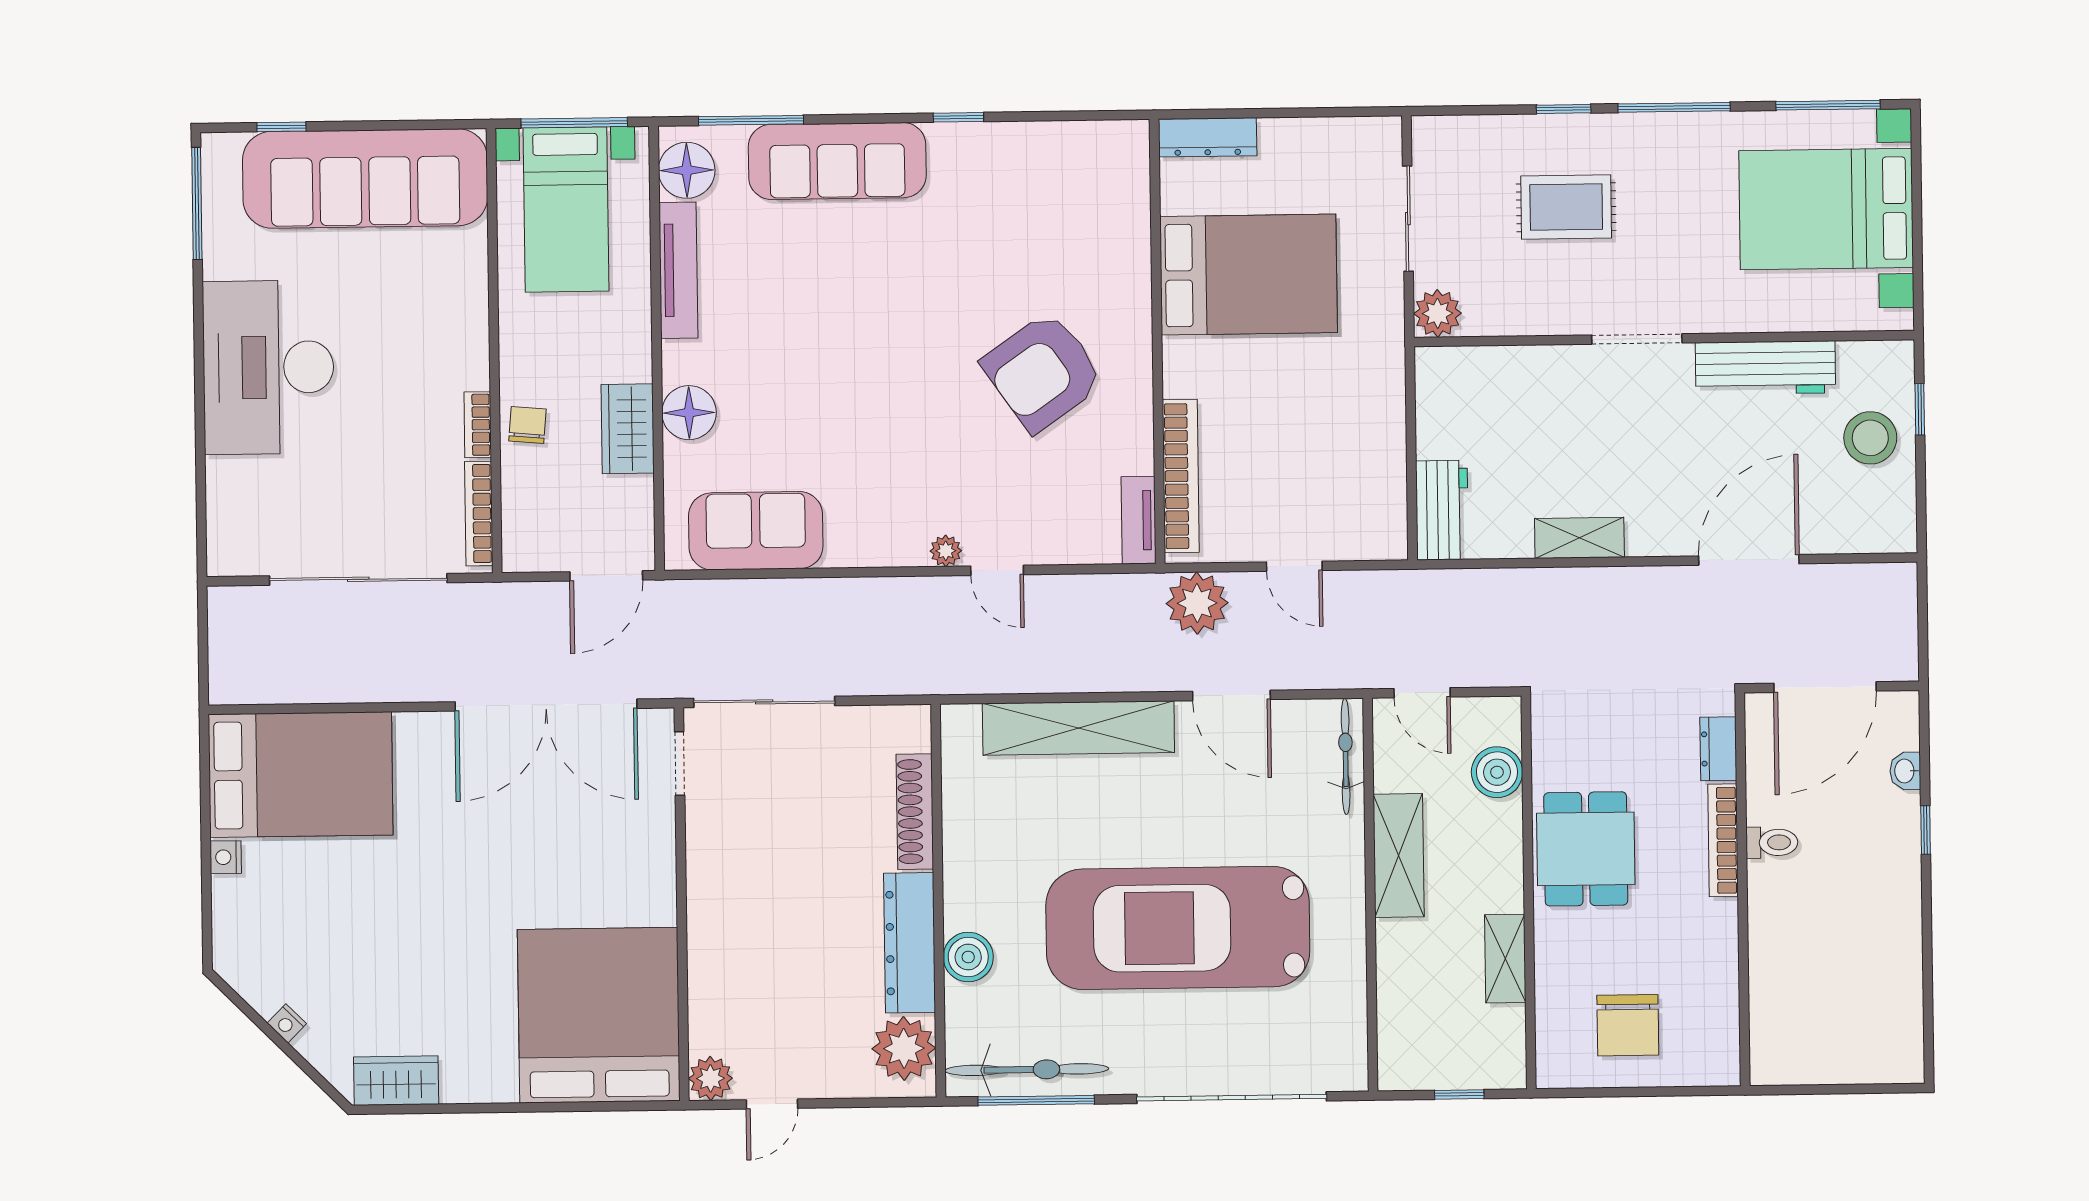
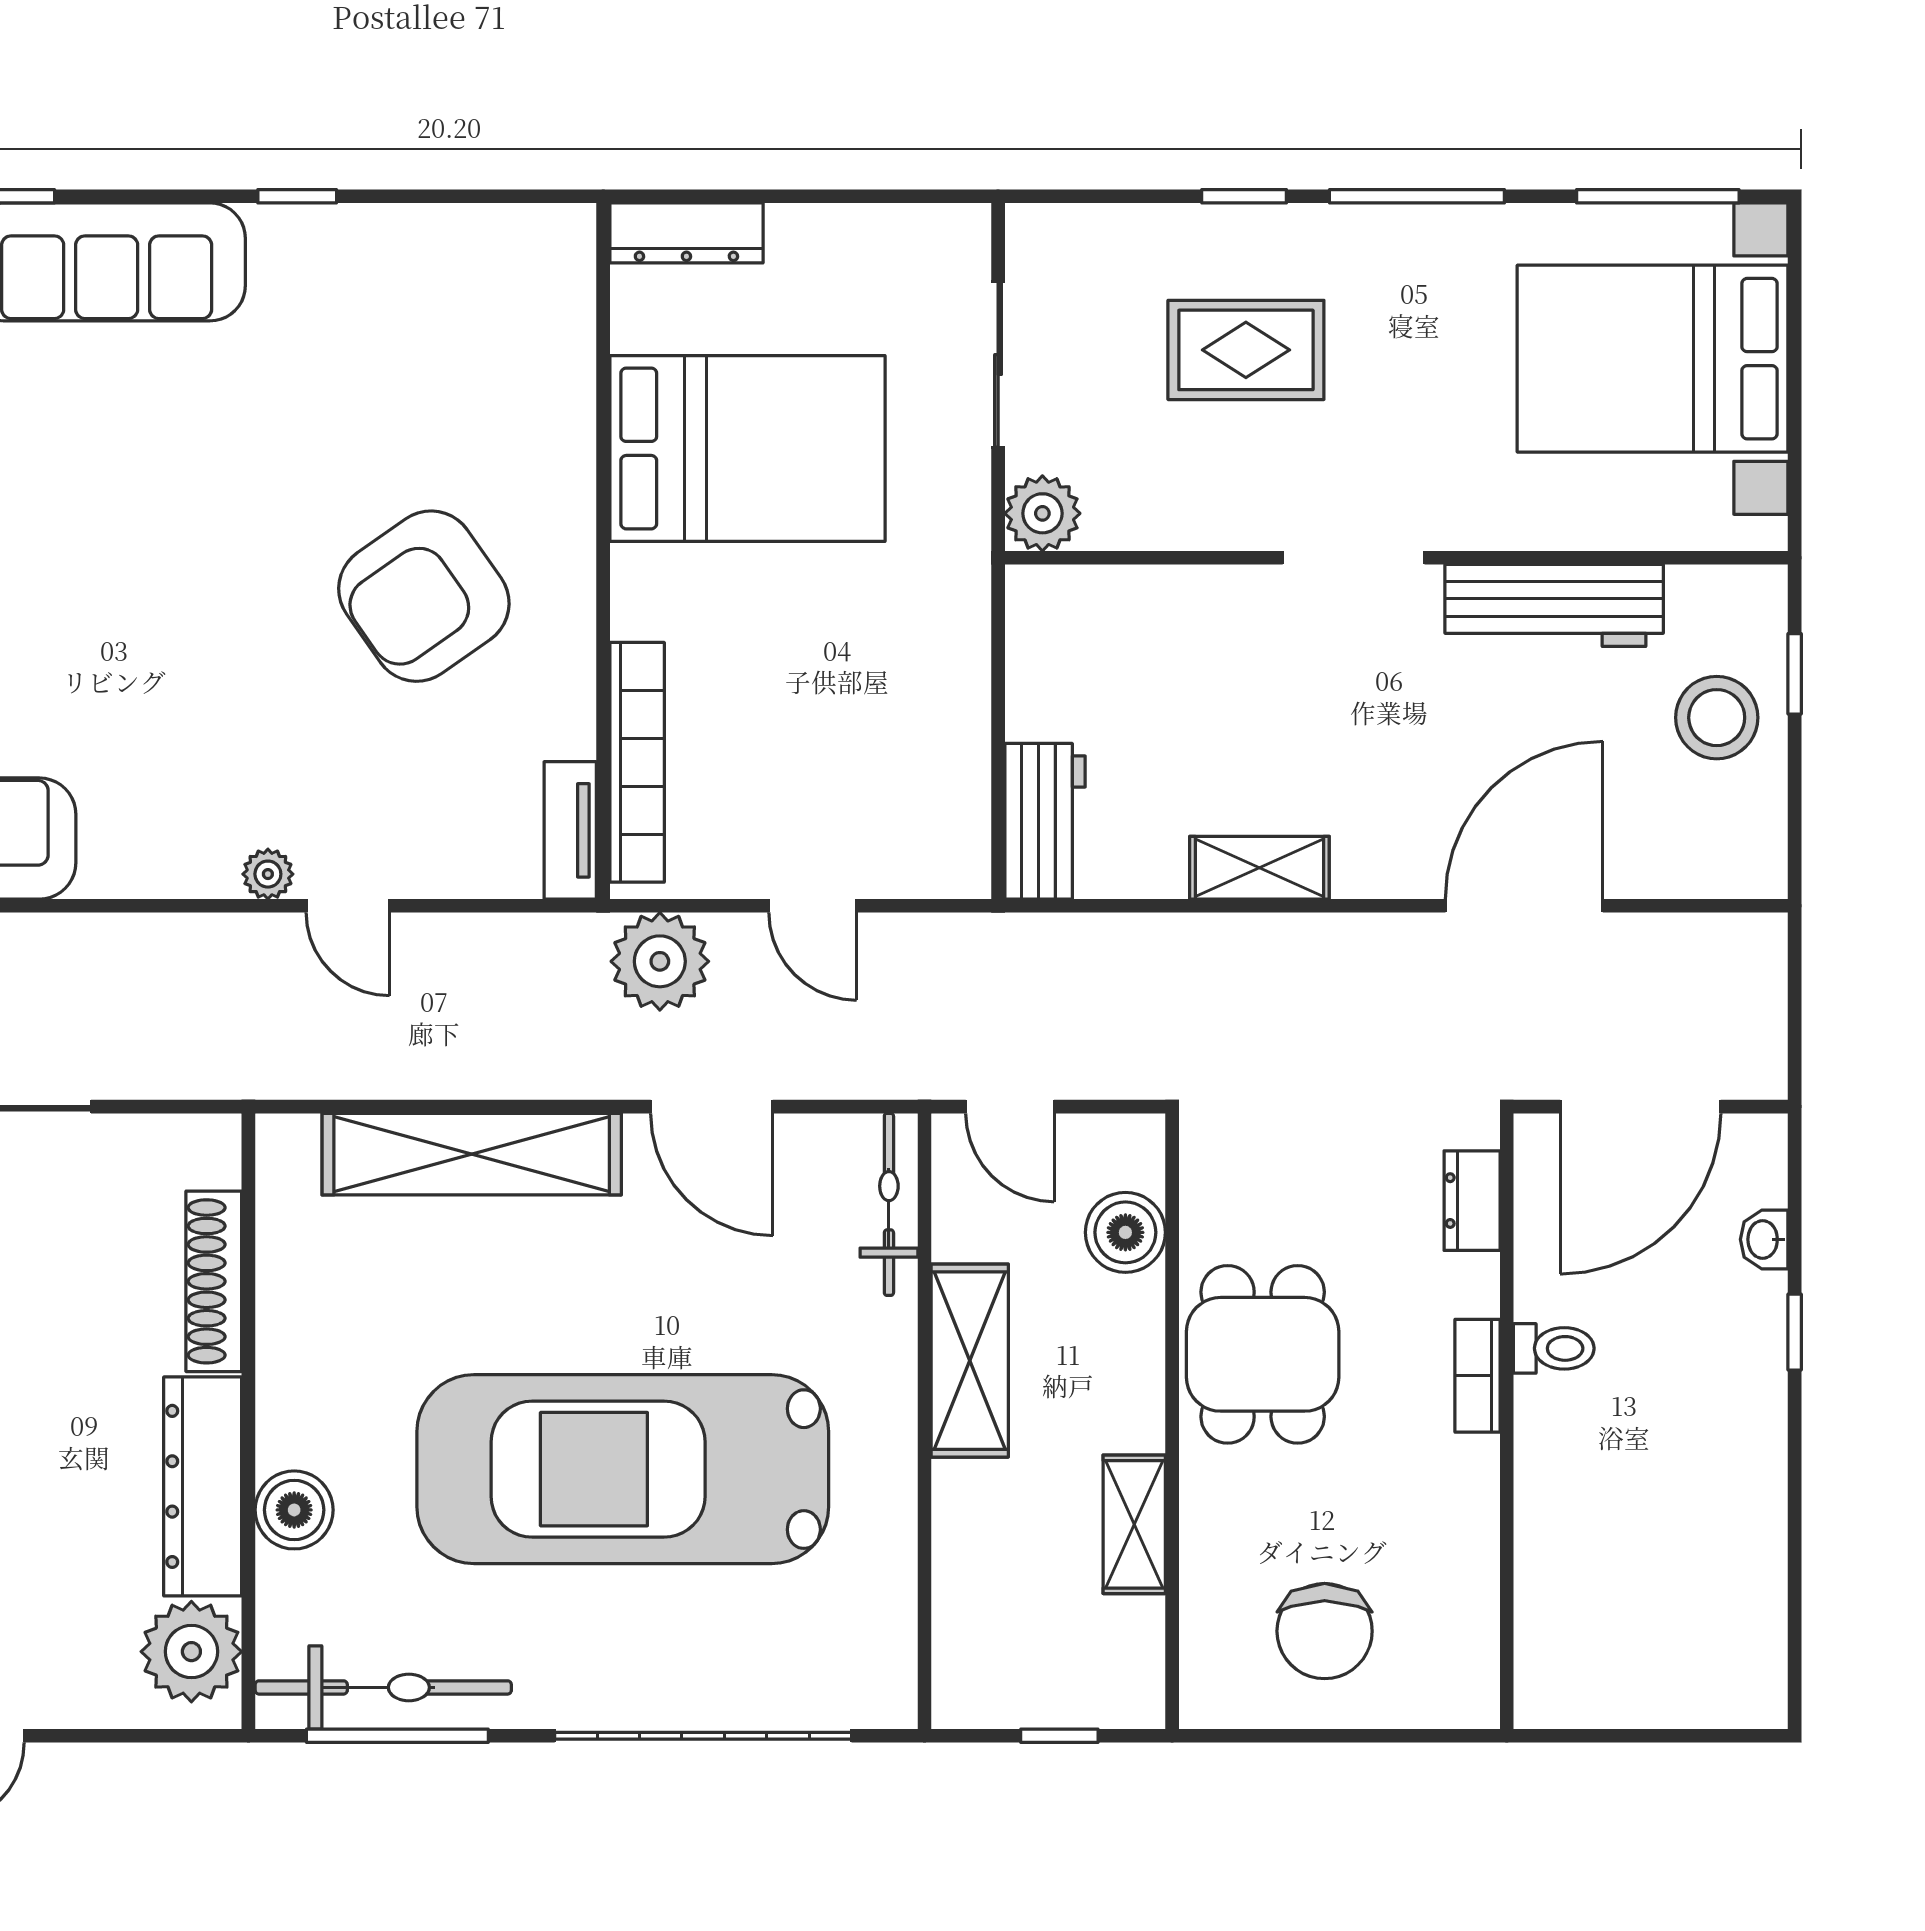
bookcase: (1723, 840) -> (1478, 1376), width x0.64

